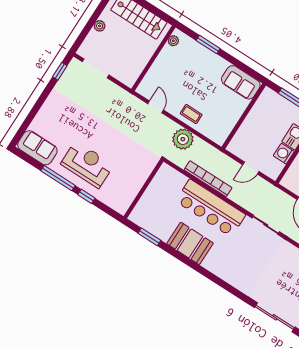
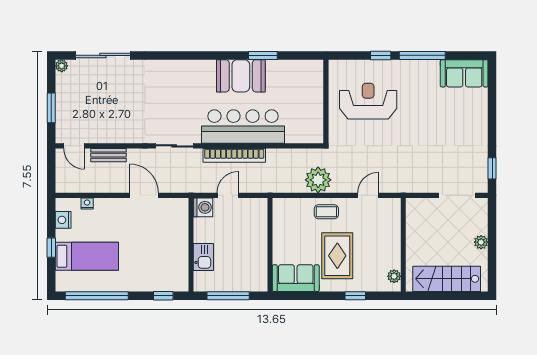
window: (208, 44) -> (355, 296), width x0.67
rug: (203, 79) -> (337, 256), added
door: (156, 107) -> (368, 195), swing flipped
washing machine: (284, 154) -> (203, 207), moved
reception desk: (87, 164) -> (368, 101), moved, turned 180
bookcase: (208, 179) -> (234, 155), moved
window: (149, 237) -> (263, 55), moved

